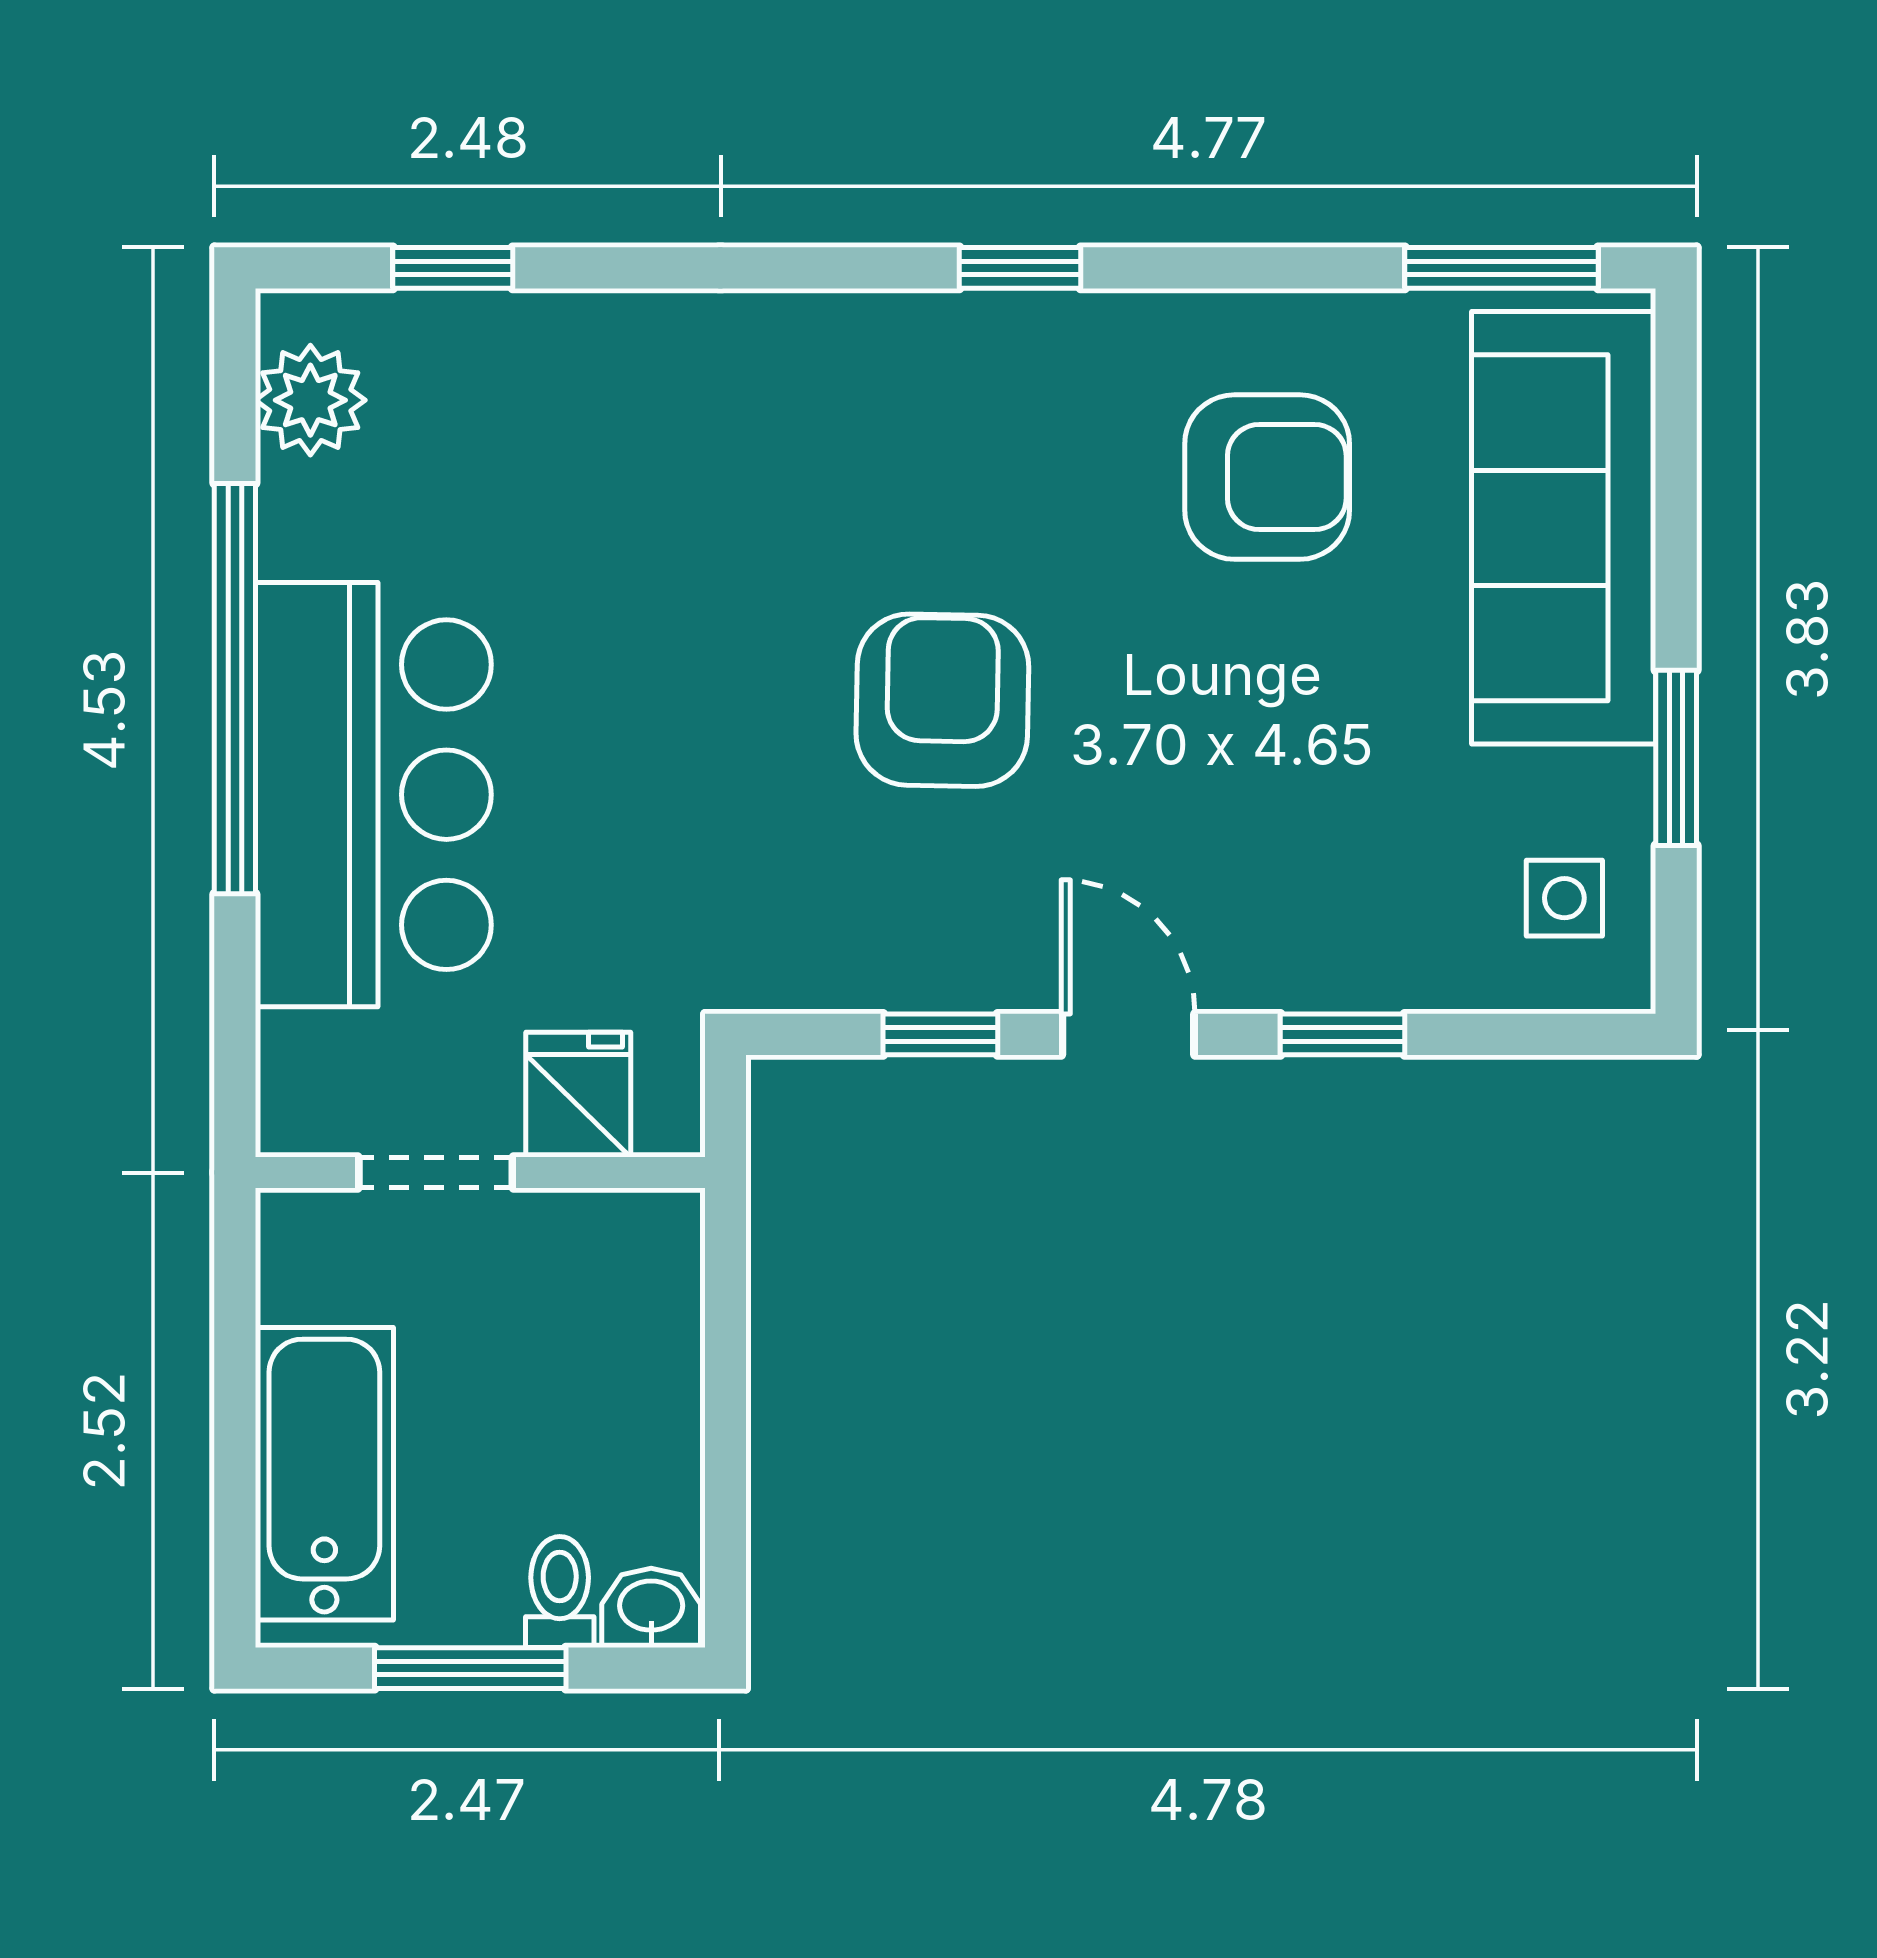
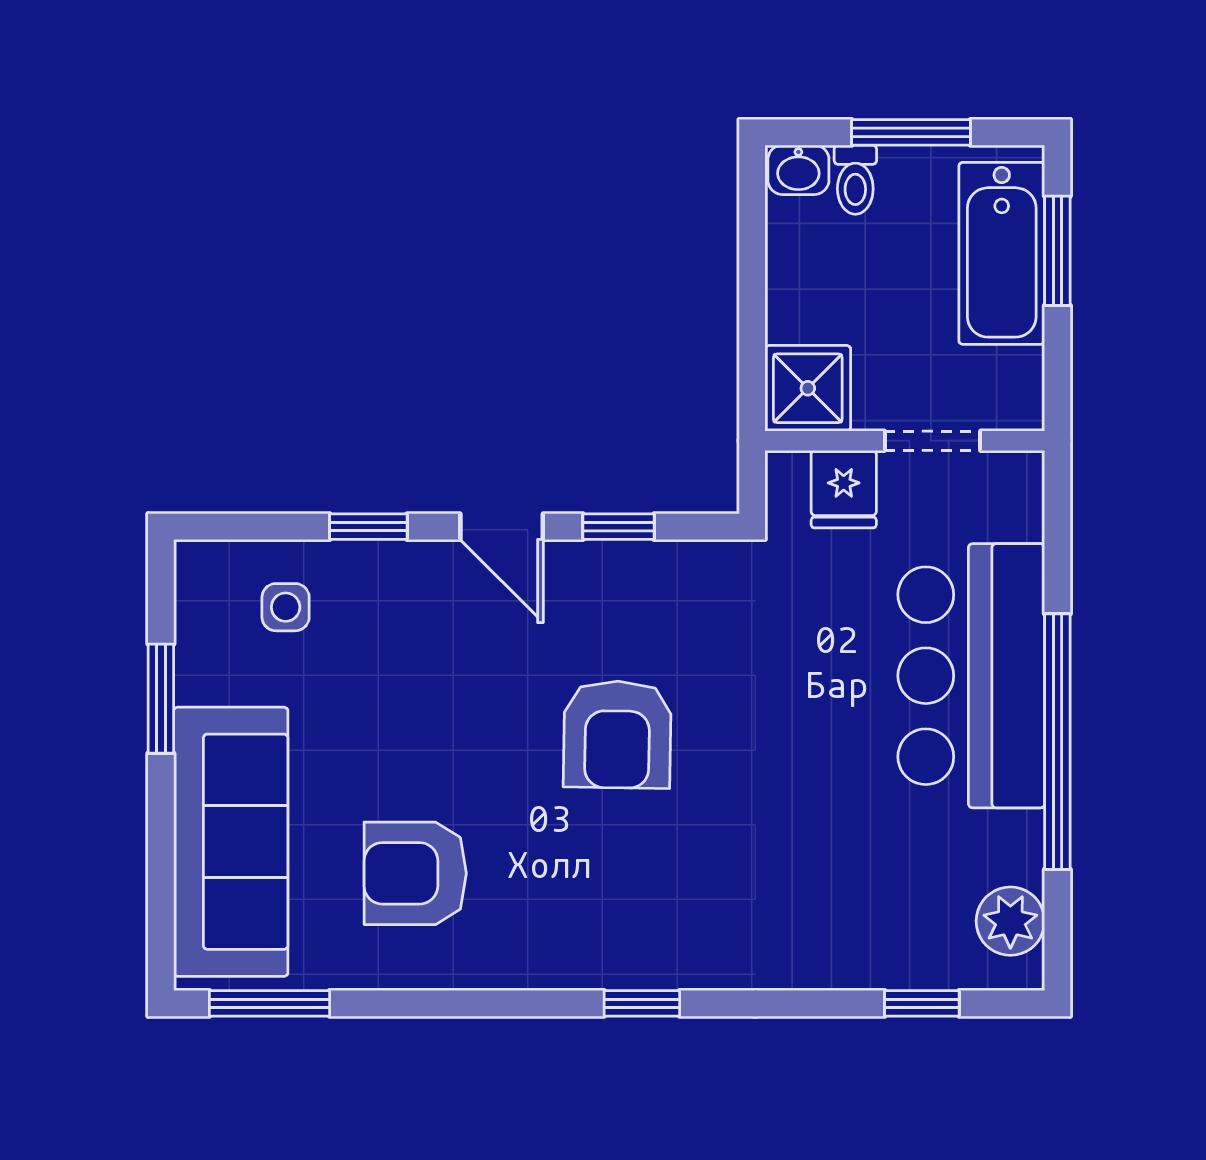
window: (1020, 268) -> (642, 1003), moved
side table: (1564, 898) -> (286, 607), moved
shower: (636, 1257) -> (808, 388), added
window: (235, 1478) -> (1057, 251), added

